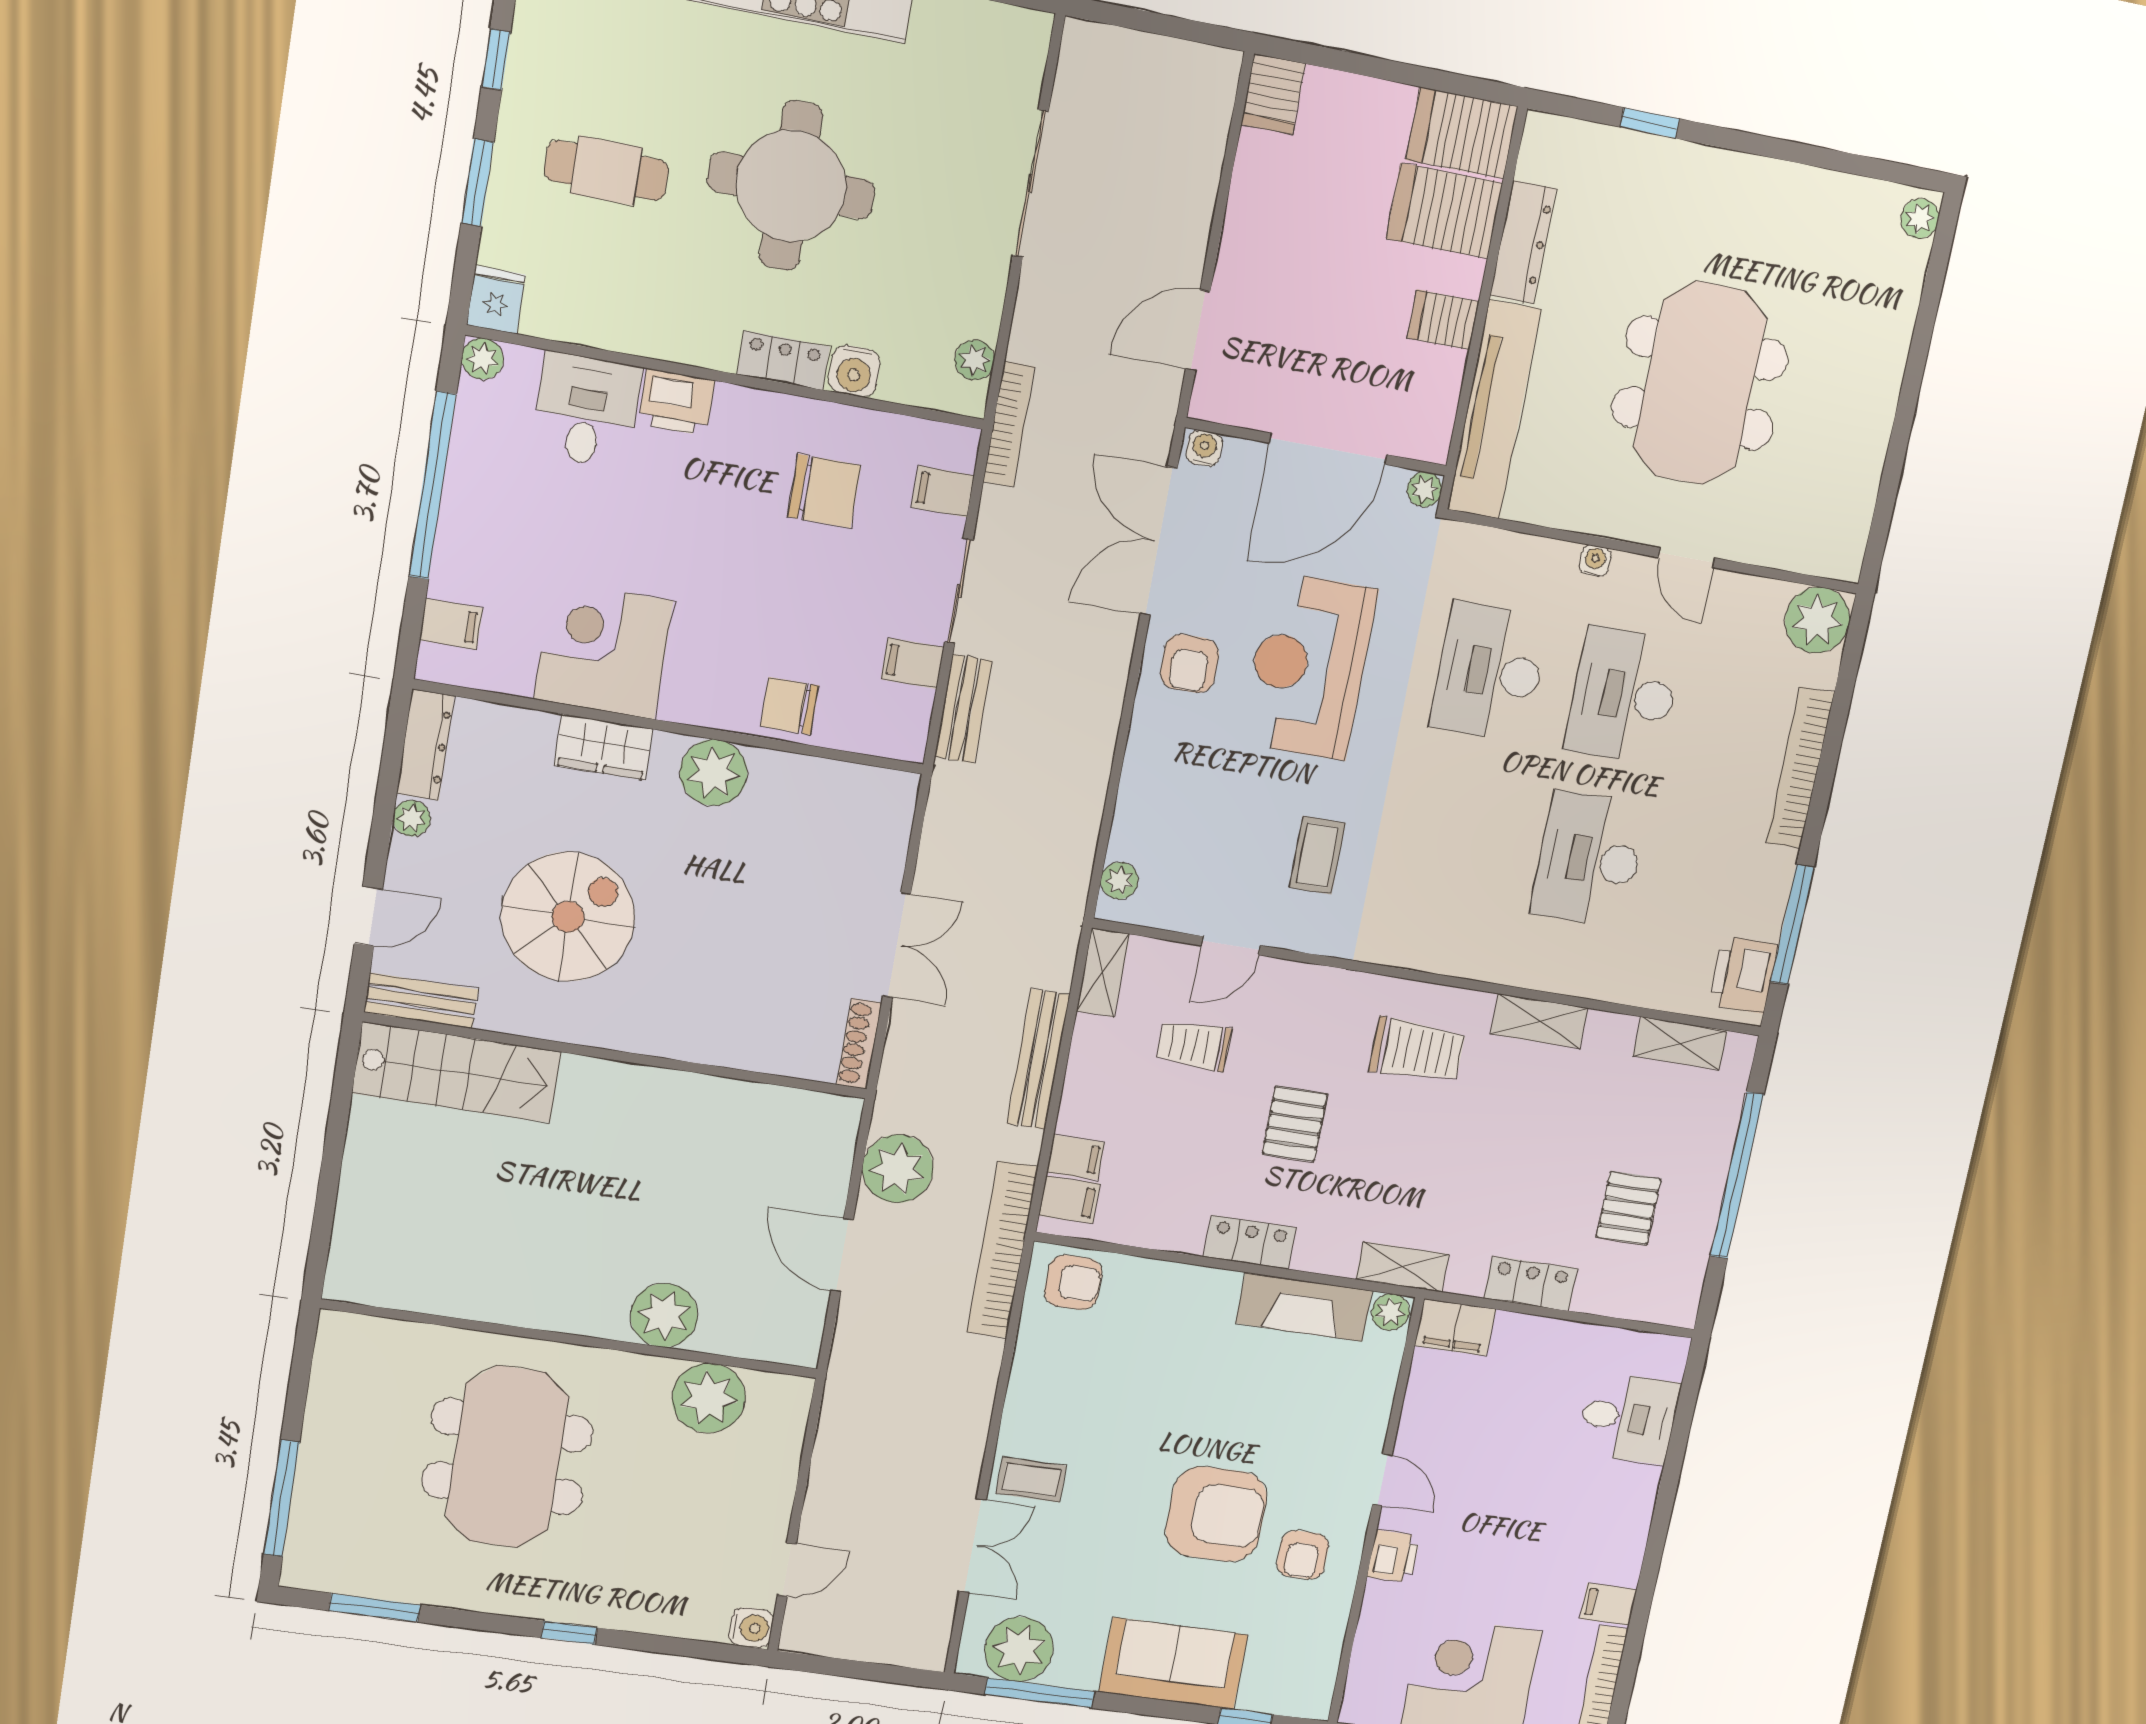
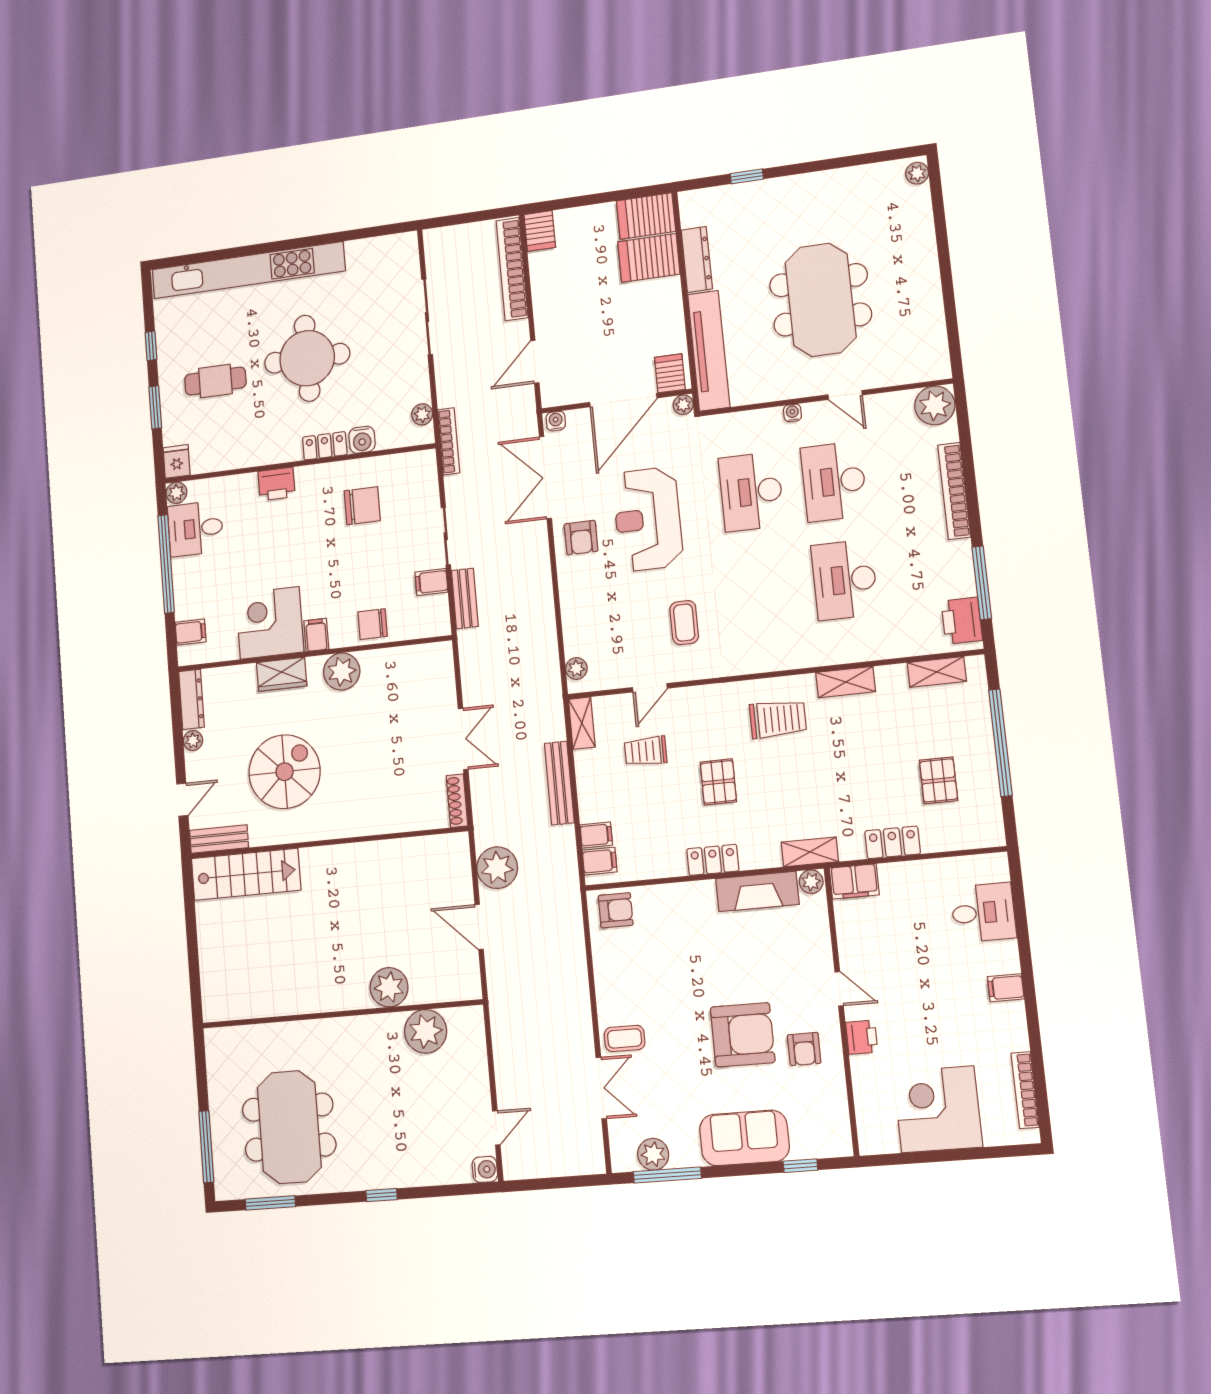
server rack: (1443, 320) -> (670, 373), moved, turned 90
desk: (586, 411) -> (195, 529), moved, turned -90
filing cabinet: (943, 491) -> (316, 635), moved, turned 90
bookcase: (1002, 1250) -> (512, 269), moved
meeting table: (507, 1457) -> (289, 1127), moved
filing cabinet: (1608, 1604) -> (1006, 988), moved
plant: (1019, 1649) -> (653, 1154), width x0.73, depth x0.73

